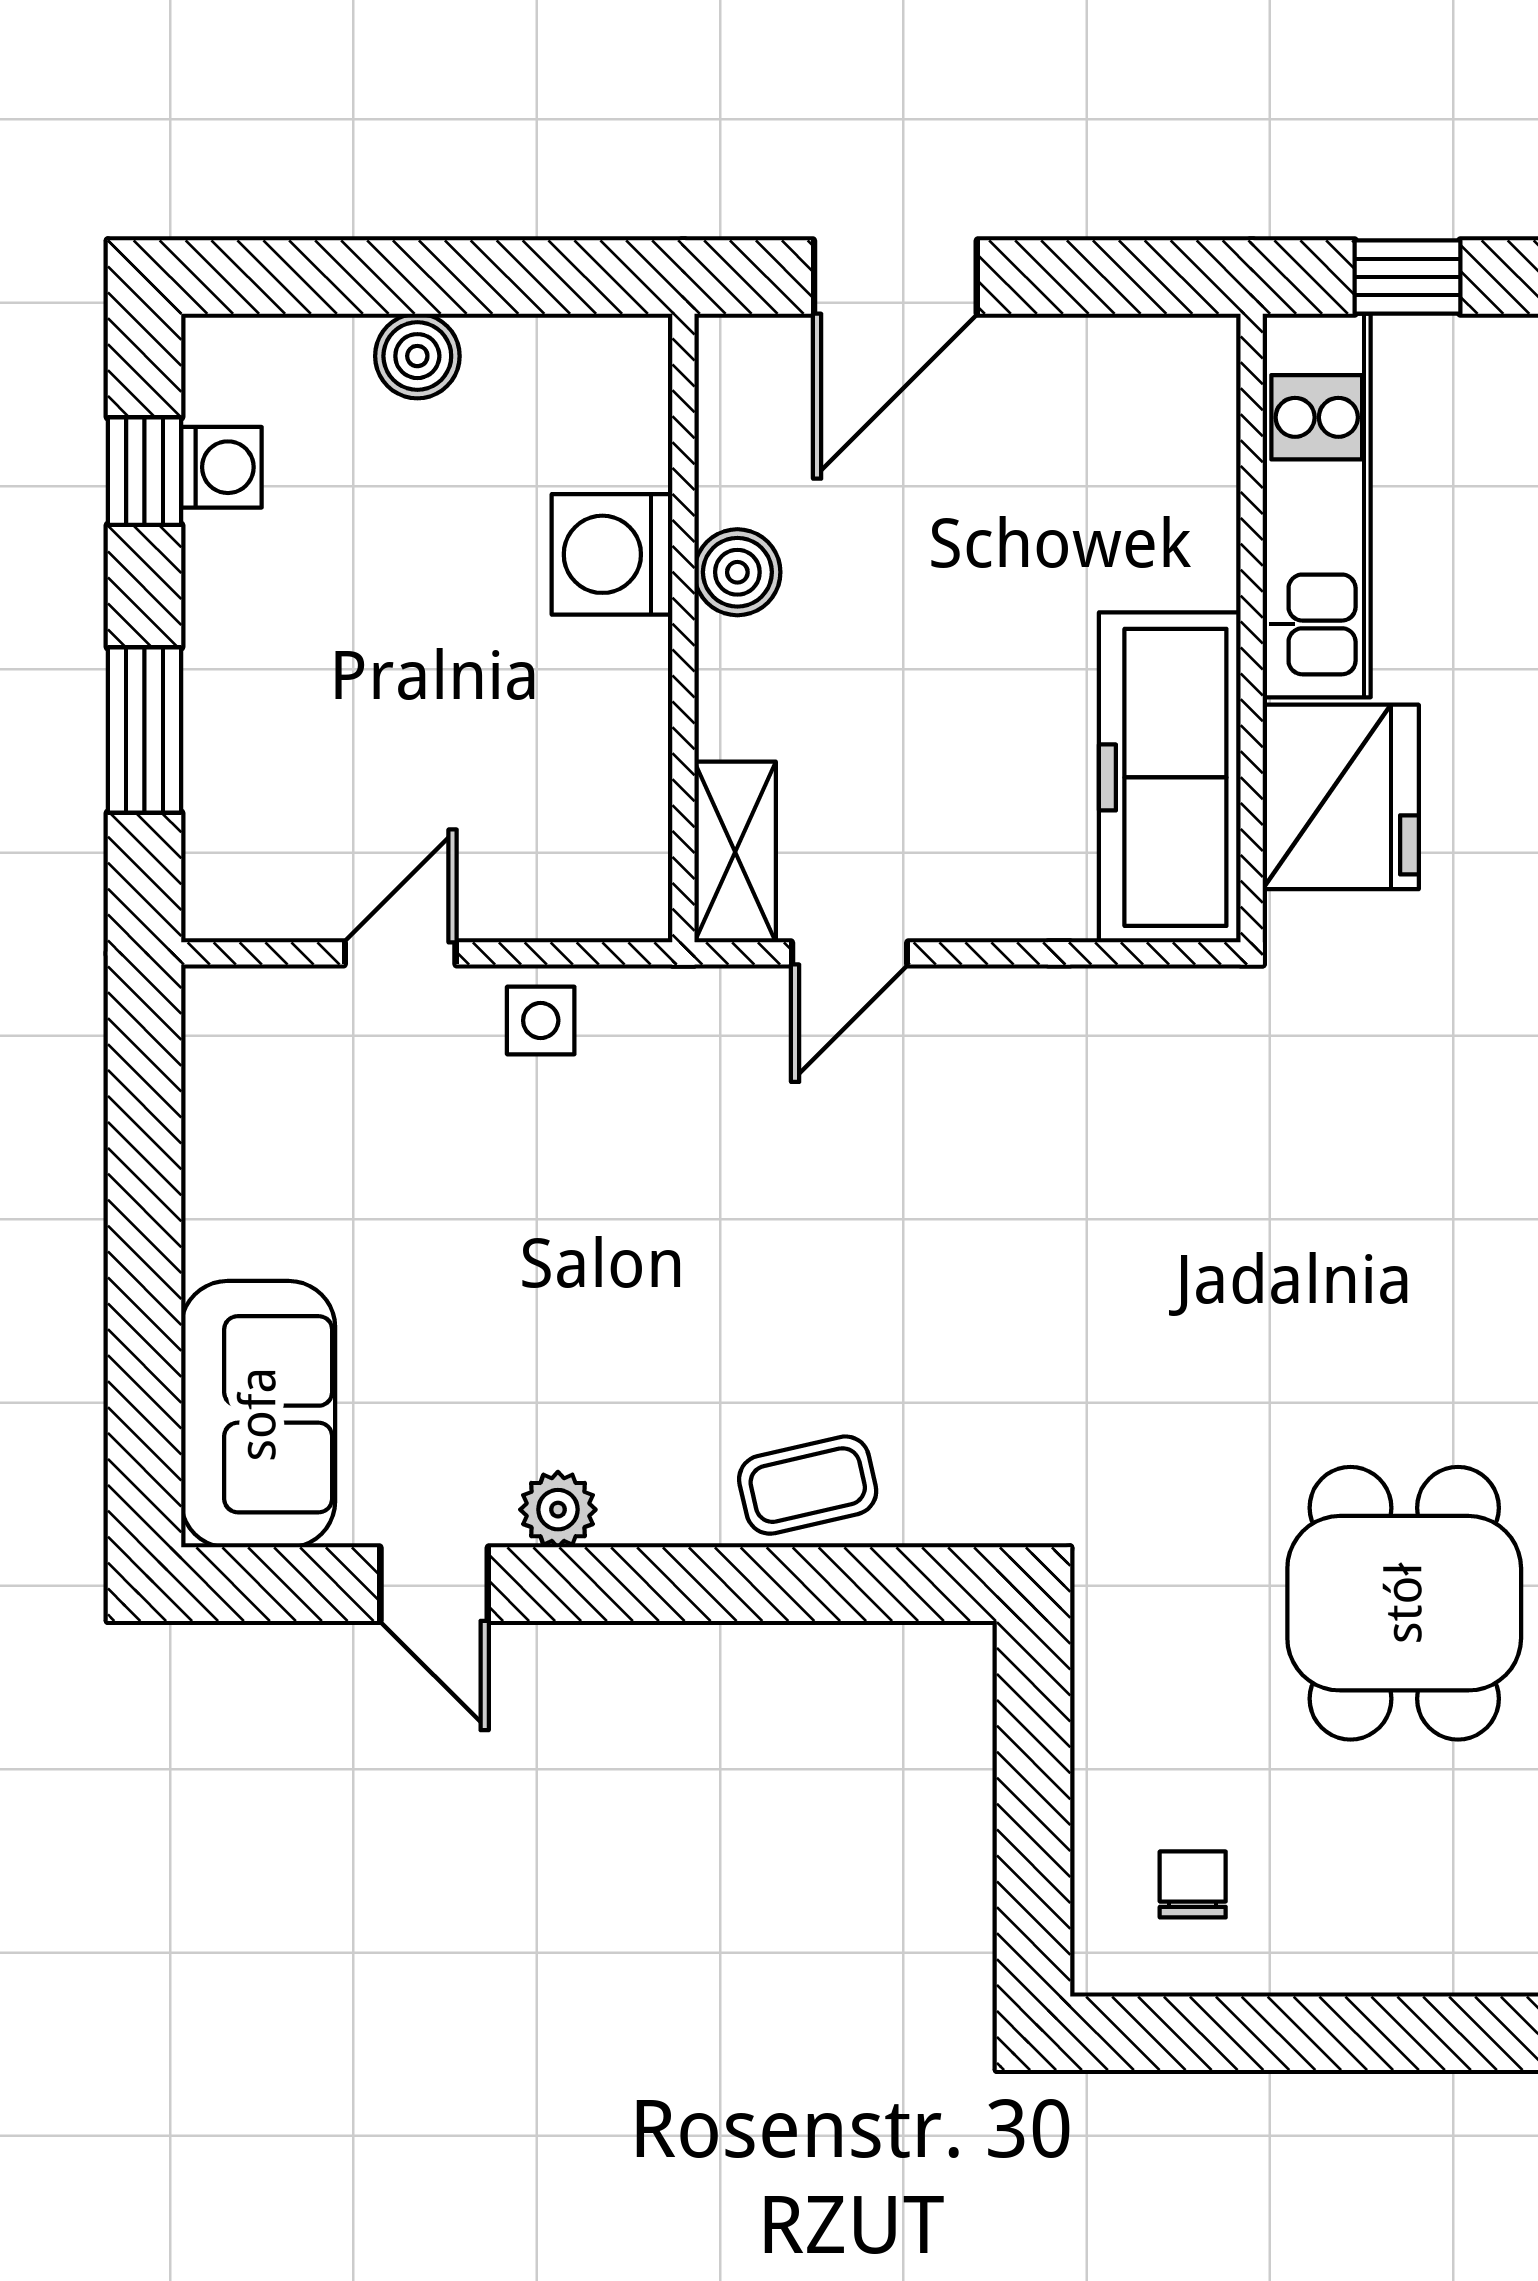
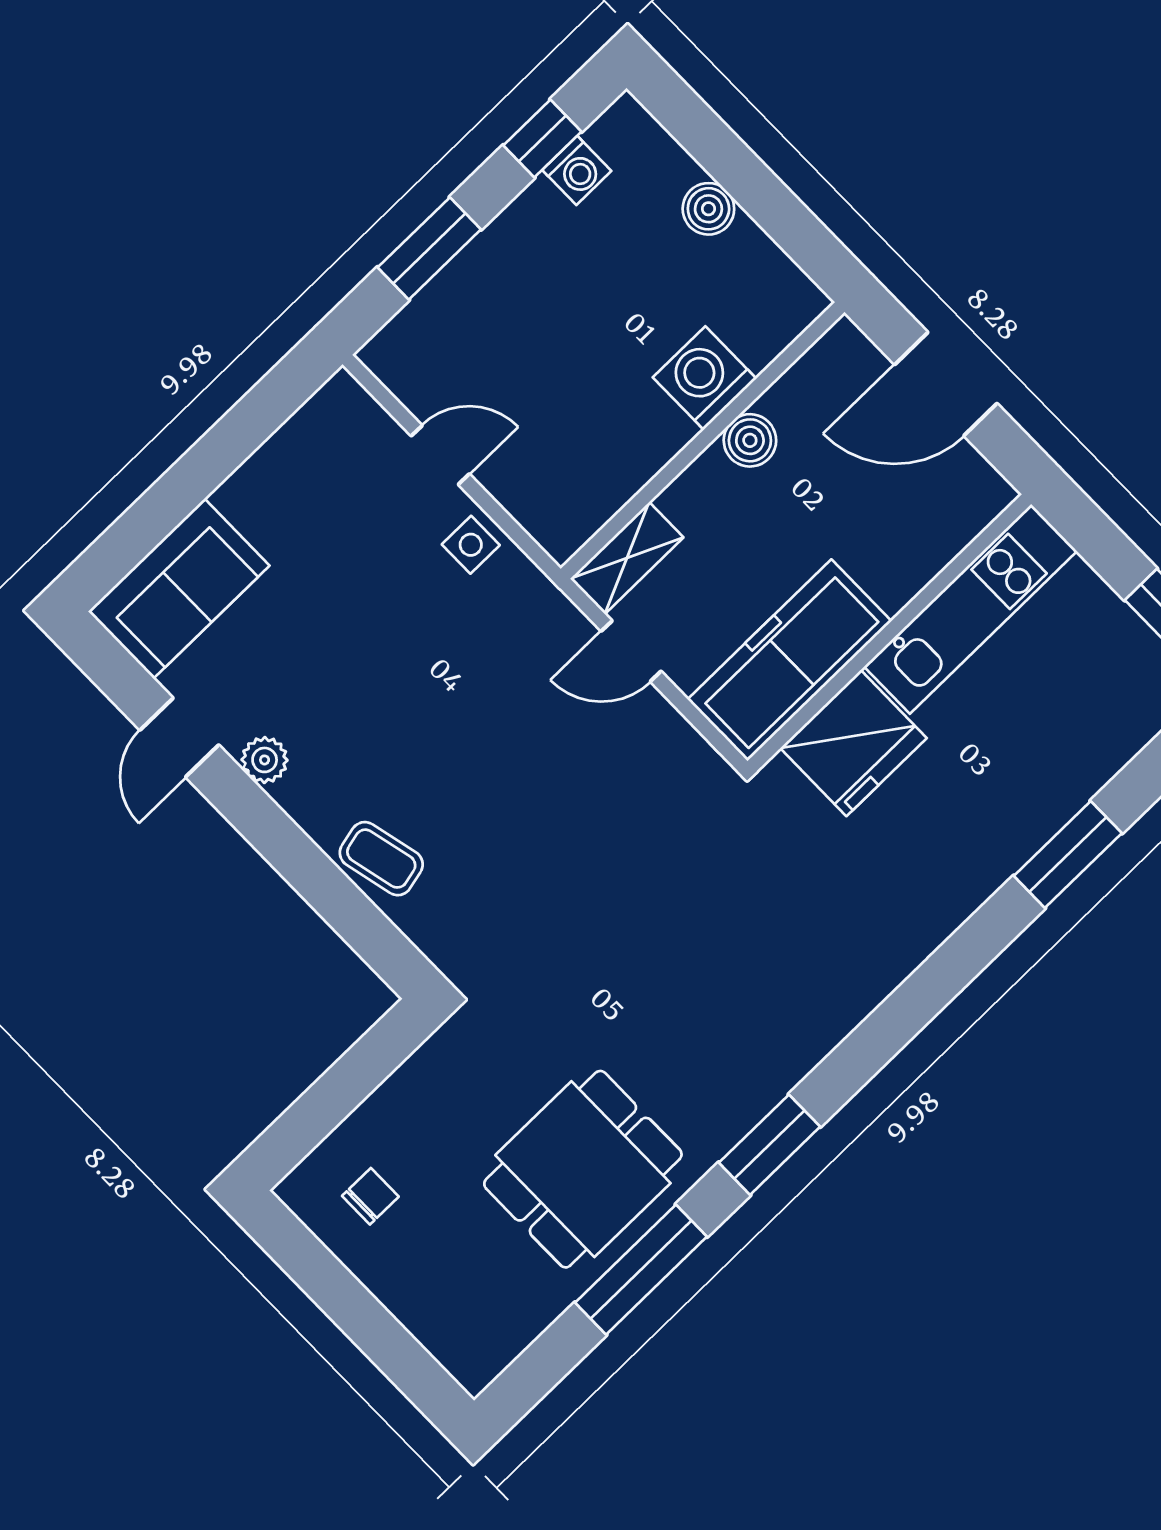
kitchen unit: (1317, 506) -> (971, 609), moved
wall: (1252, 628) -> (889, 633), moved
freezer: (1170, 777) -> (789, 660), moved
fridge: (1341, 797) -> (854, 743), moved

